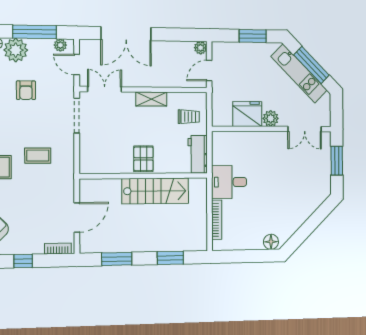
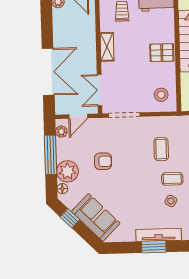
stool: (98, 157) -> (161, 95), added

